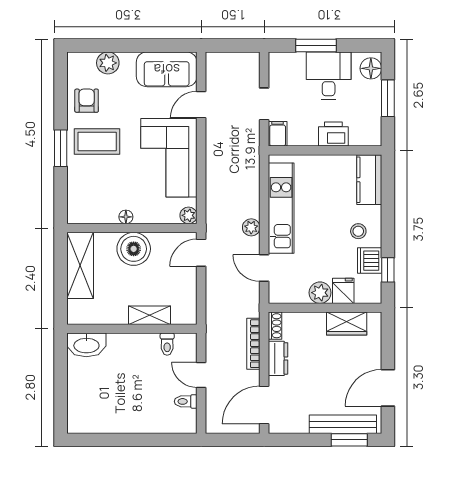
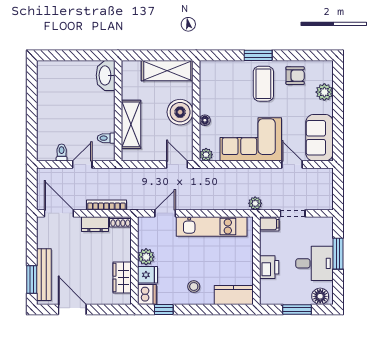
floor lamp: (126, 217) -> (205, 120), moved
plant: (251, 227) -> (255, 203), moved
dishwasher: (370, 261) -> (147, 294), moved, turned 90
shelving: (150, 315) -> (131, 124), width x1.50, depth x1.33

